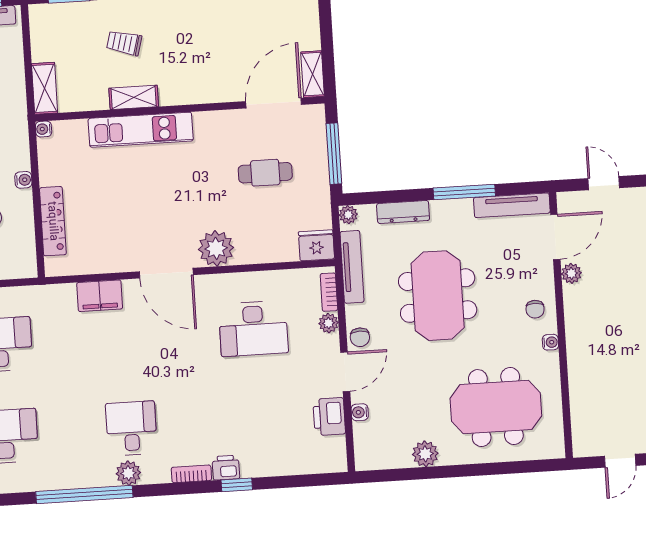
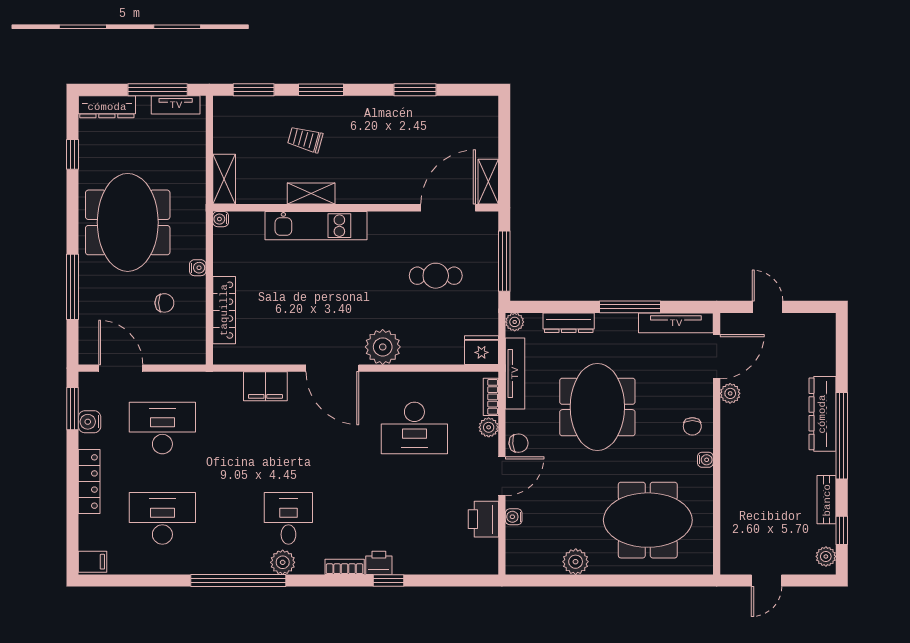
chair: (360, 337) -> (519, 443), turned -94

